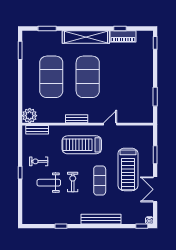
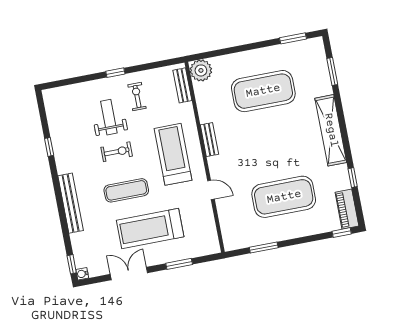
piano: (123, 36) -> (347, 209), moved
exercise mat: (88, 77) -> (284, 197), moved

